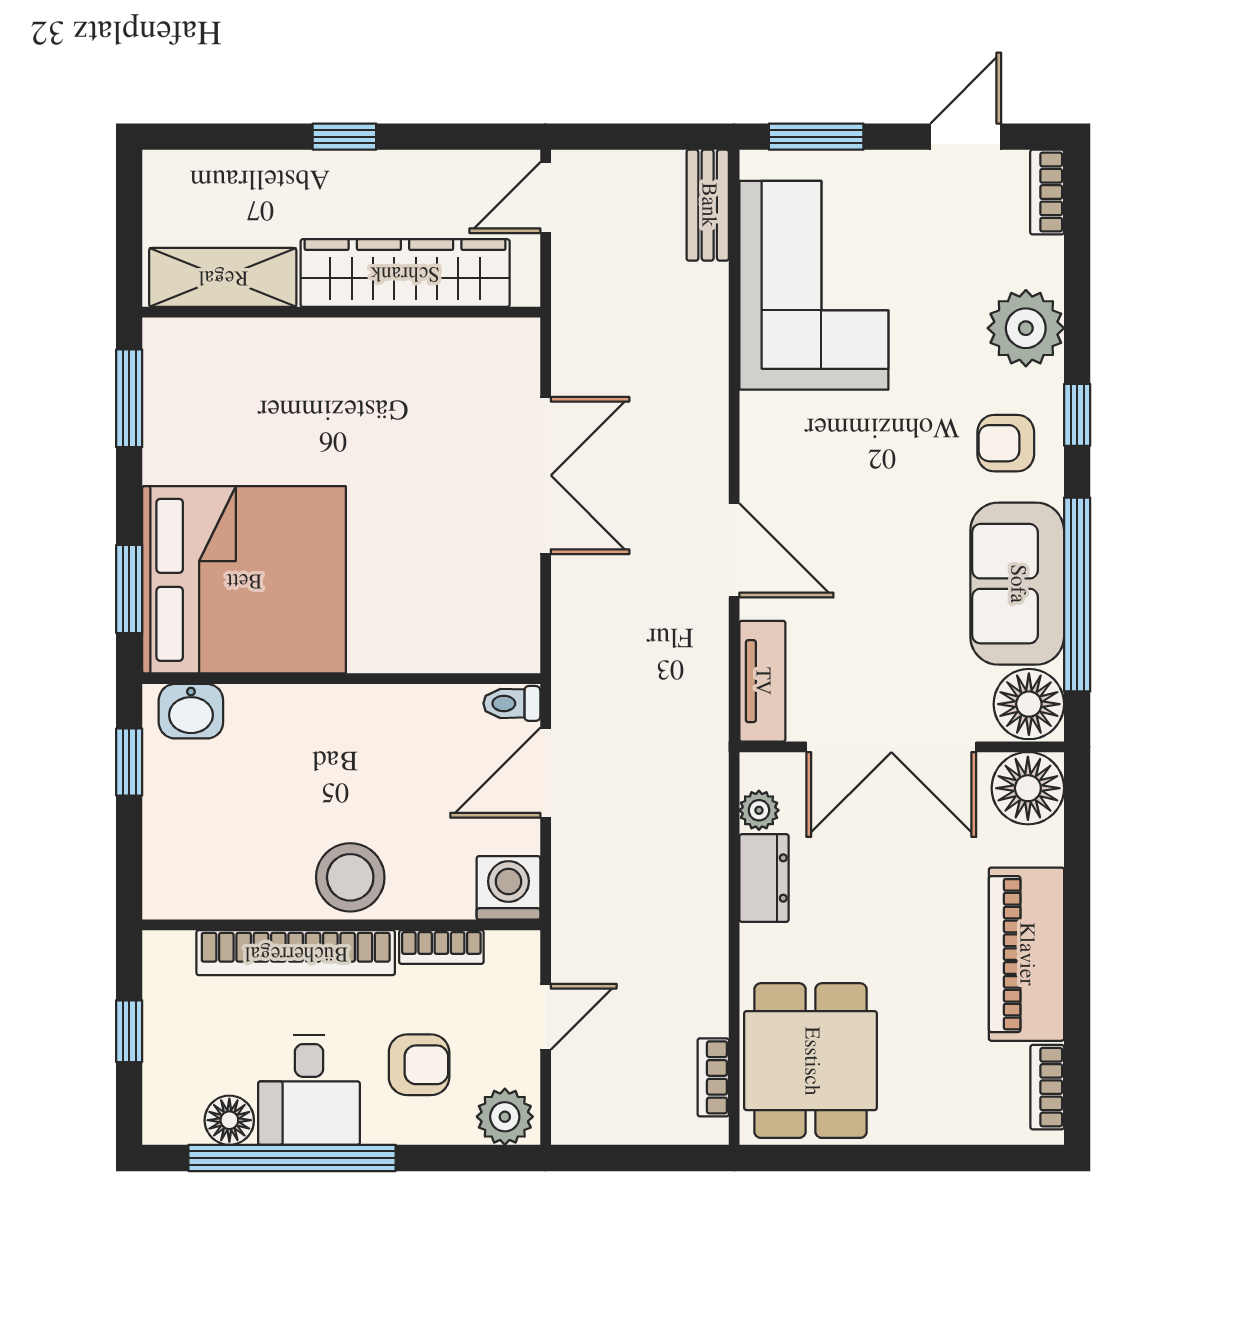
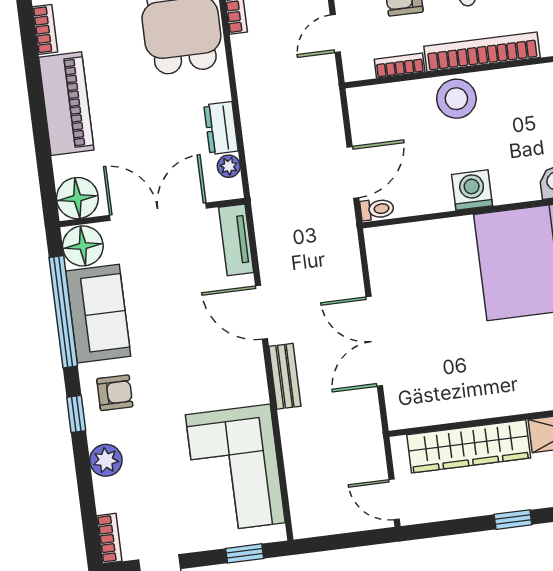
window: (816, 137) -> (245, 553), width x0.67
door: (546, 198) -> (394, 499), swing flipped
bench: (708, 205) -> (285, 376), moved
plant: (1026, 328) -> (106, 460), width x0.73, depth x0.73
washing machine: (508, 888) -> (472, 190), moved, turned 180

